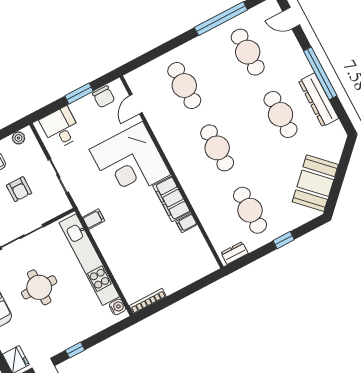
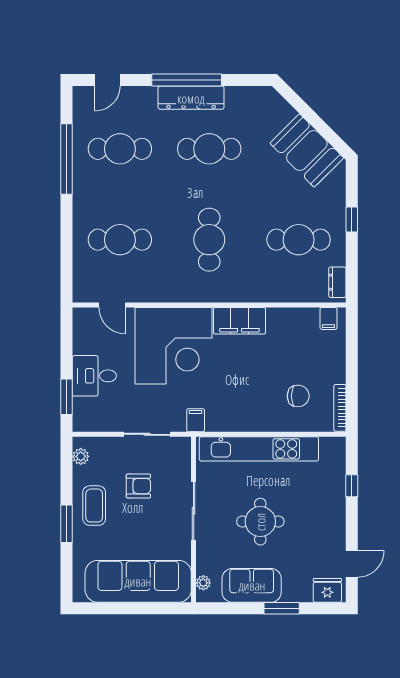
window: (79, 93) -> (67, 397), moved
chair: (104, 97) -> (298, 396), moved
dresser: (319, 100) -> (191, 98), moved
desk: (61, 128) -> (94, 376), moved
cafe table: (217, 148) -> (209, 240), turned 90
filing cabinet: (94, 219) -> (196, 420), moved
filing cabinet: (186, 223) -> (329, 318), moved
water cooler: (117, 307) -> (329, 445), removed
window: (75, 350) -> (352, 486), moved

